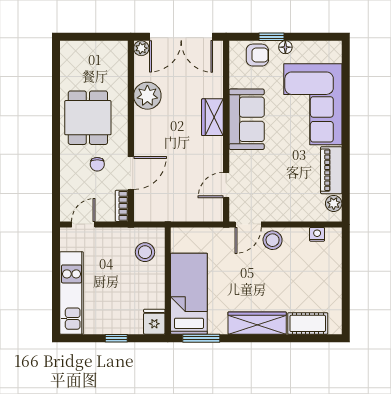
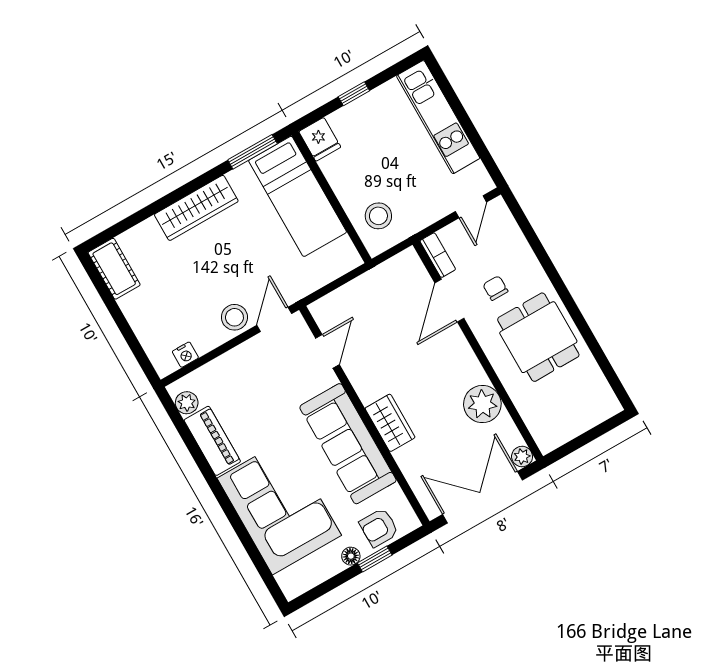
sofa: (247, 119) -> (348, 444), width x1.36
cot: (308, 323) -> (114, 269), moved, turned 90

